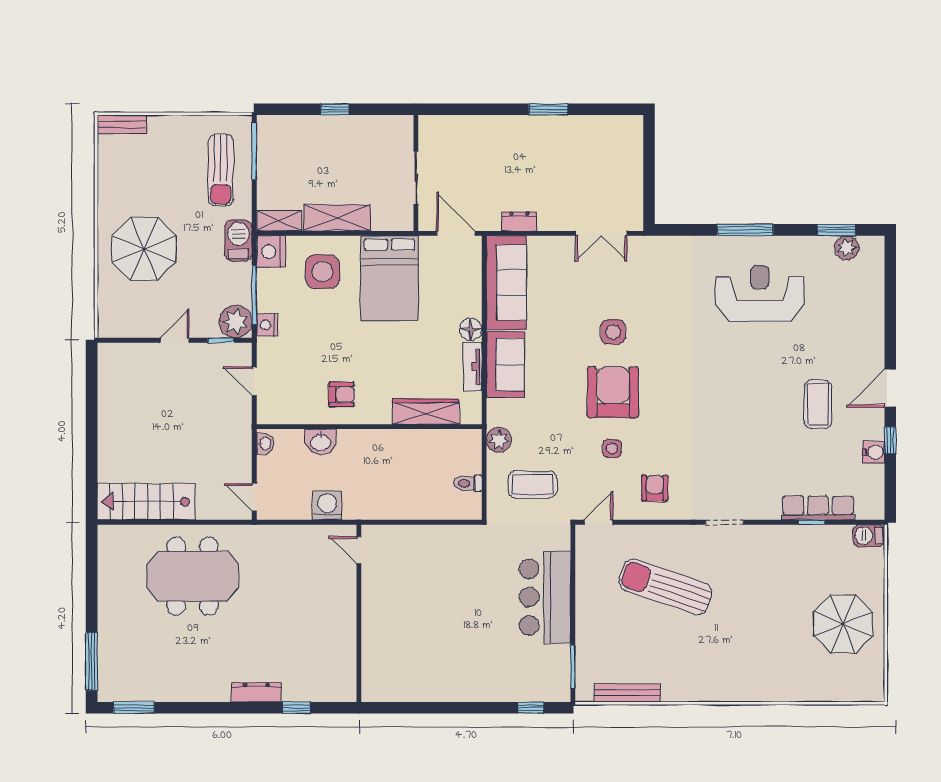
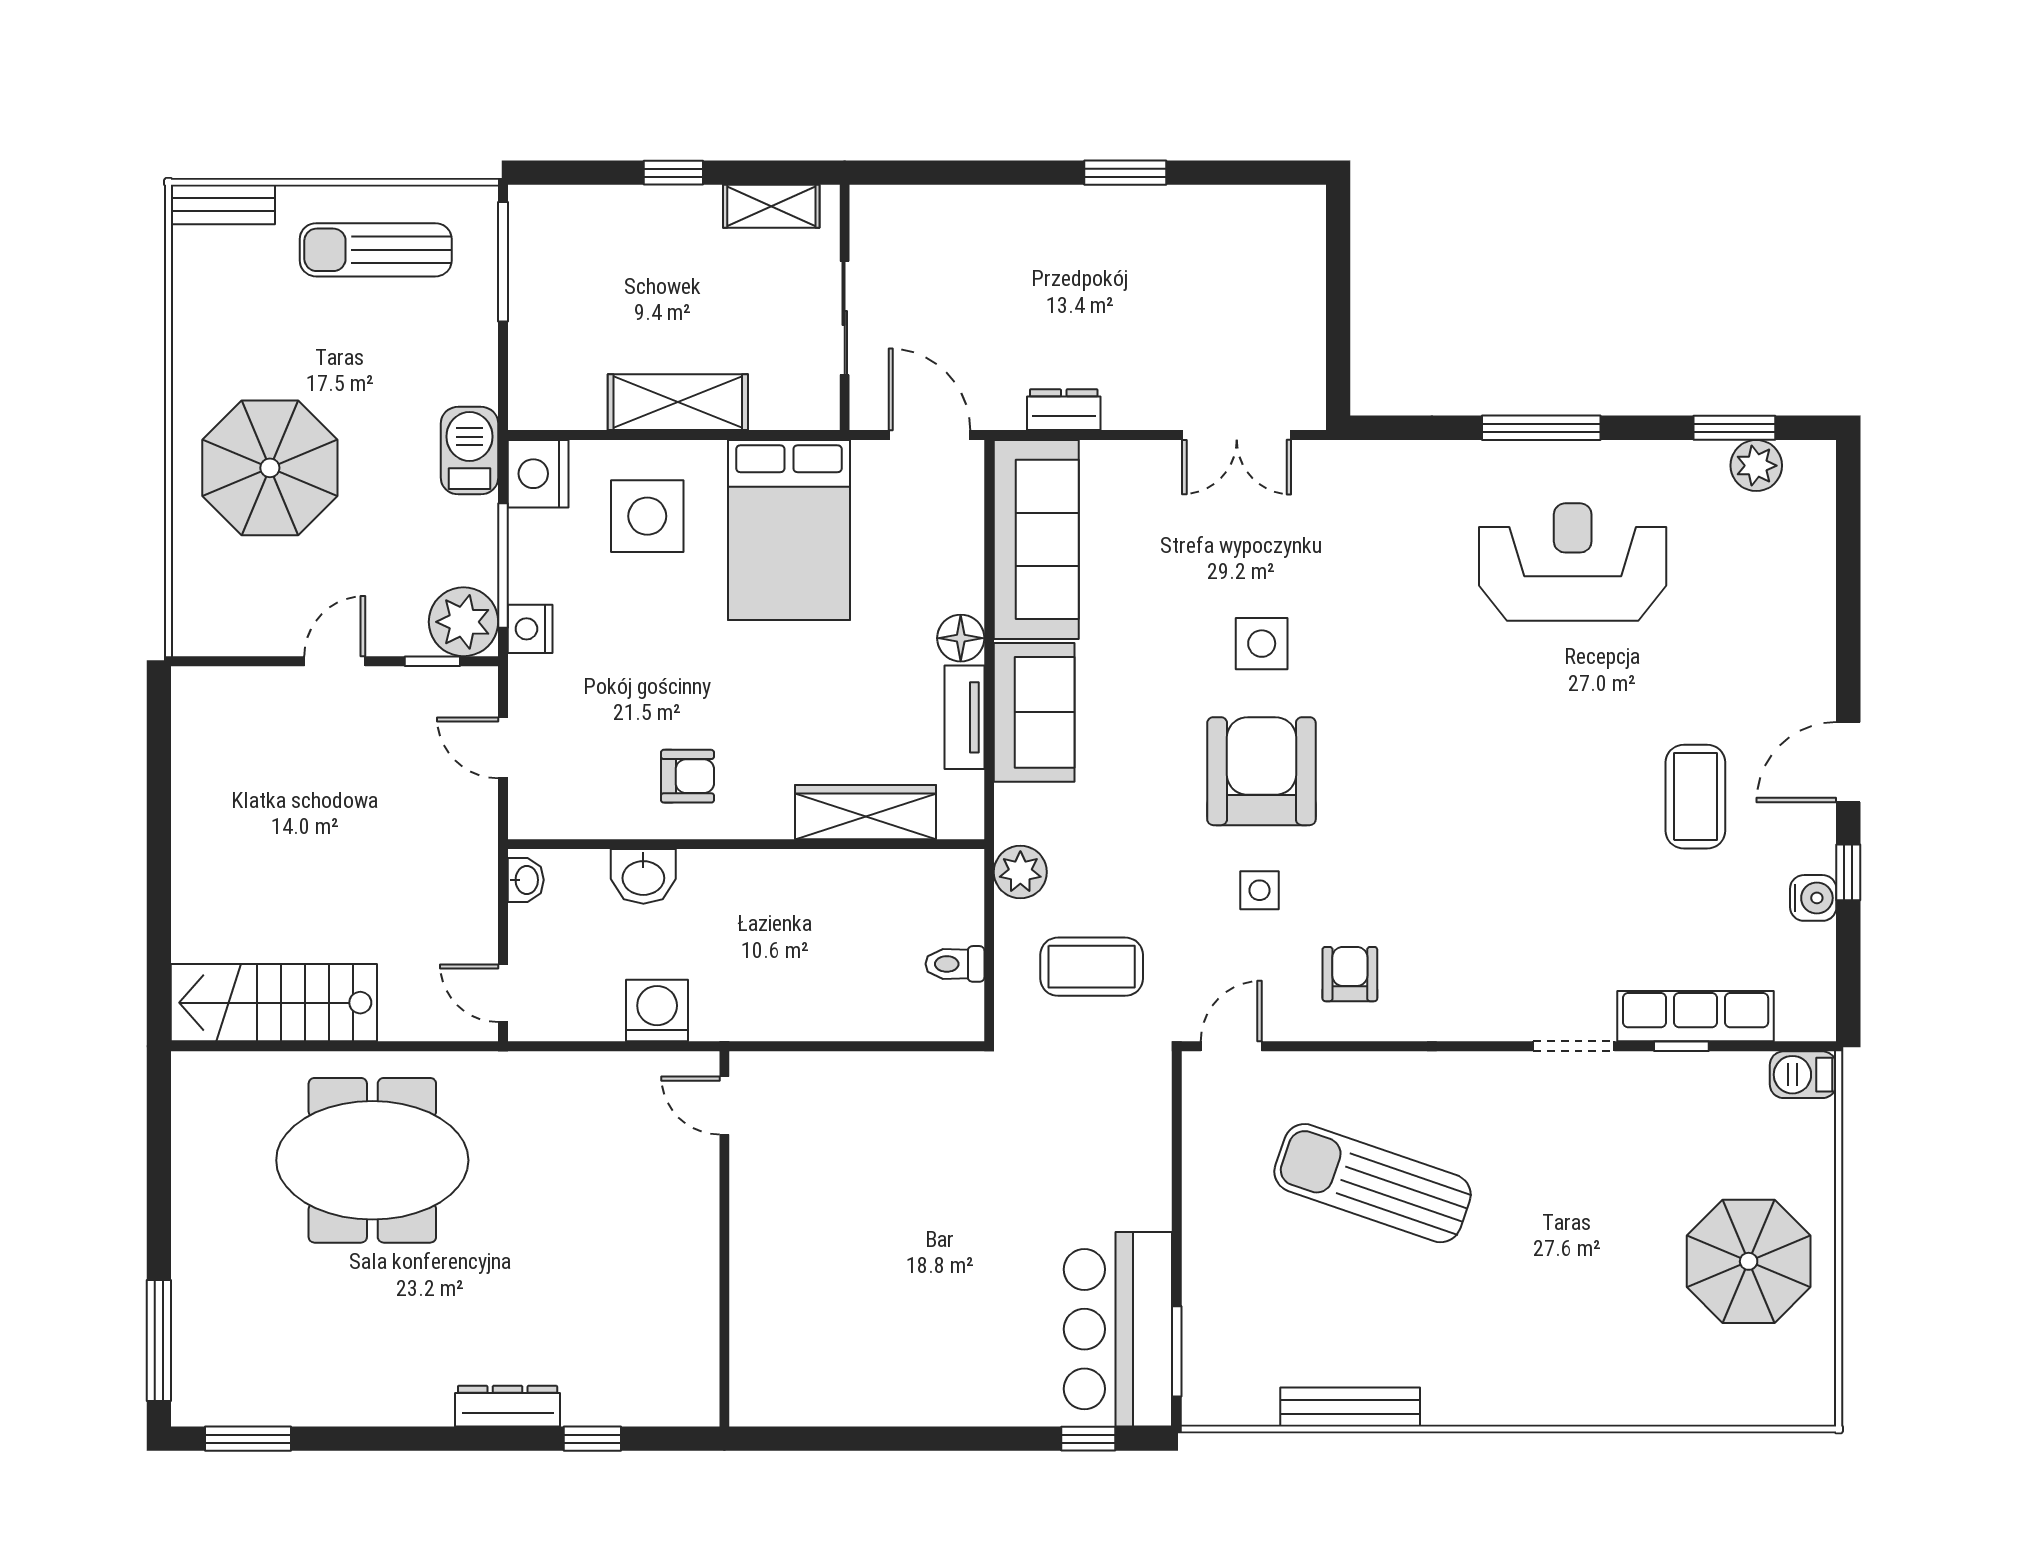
sun lounger: (221, 170) -> (376, 250), moved, turned 90
shelving: (279, 221) -> (771, 206), moved
doorway: (724, 522) -> (1574, 1046), moved
bar counter: (545, 597) -> (1118, 1329), moved
bench: (627, 693) -> (1350, 1407), moved

